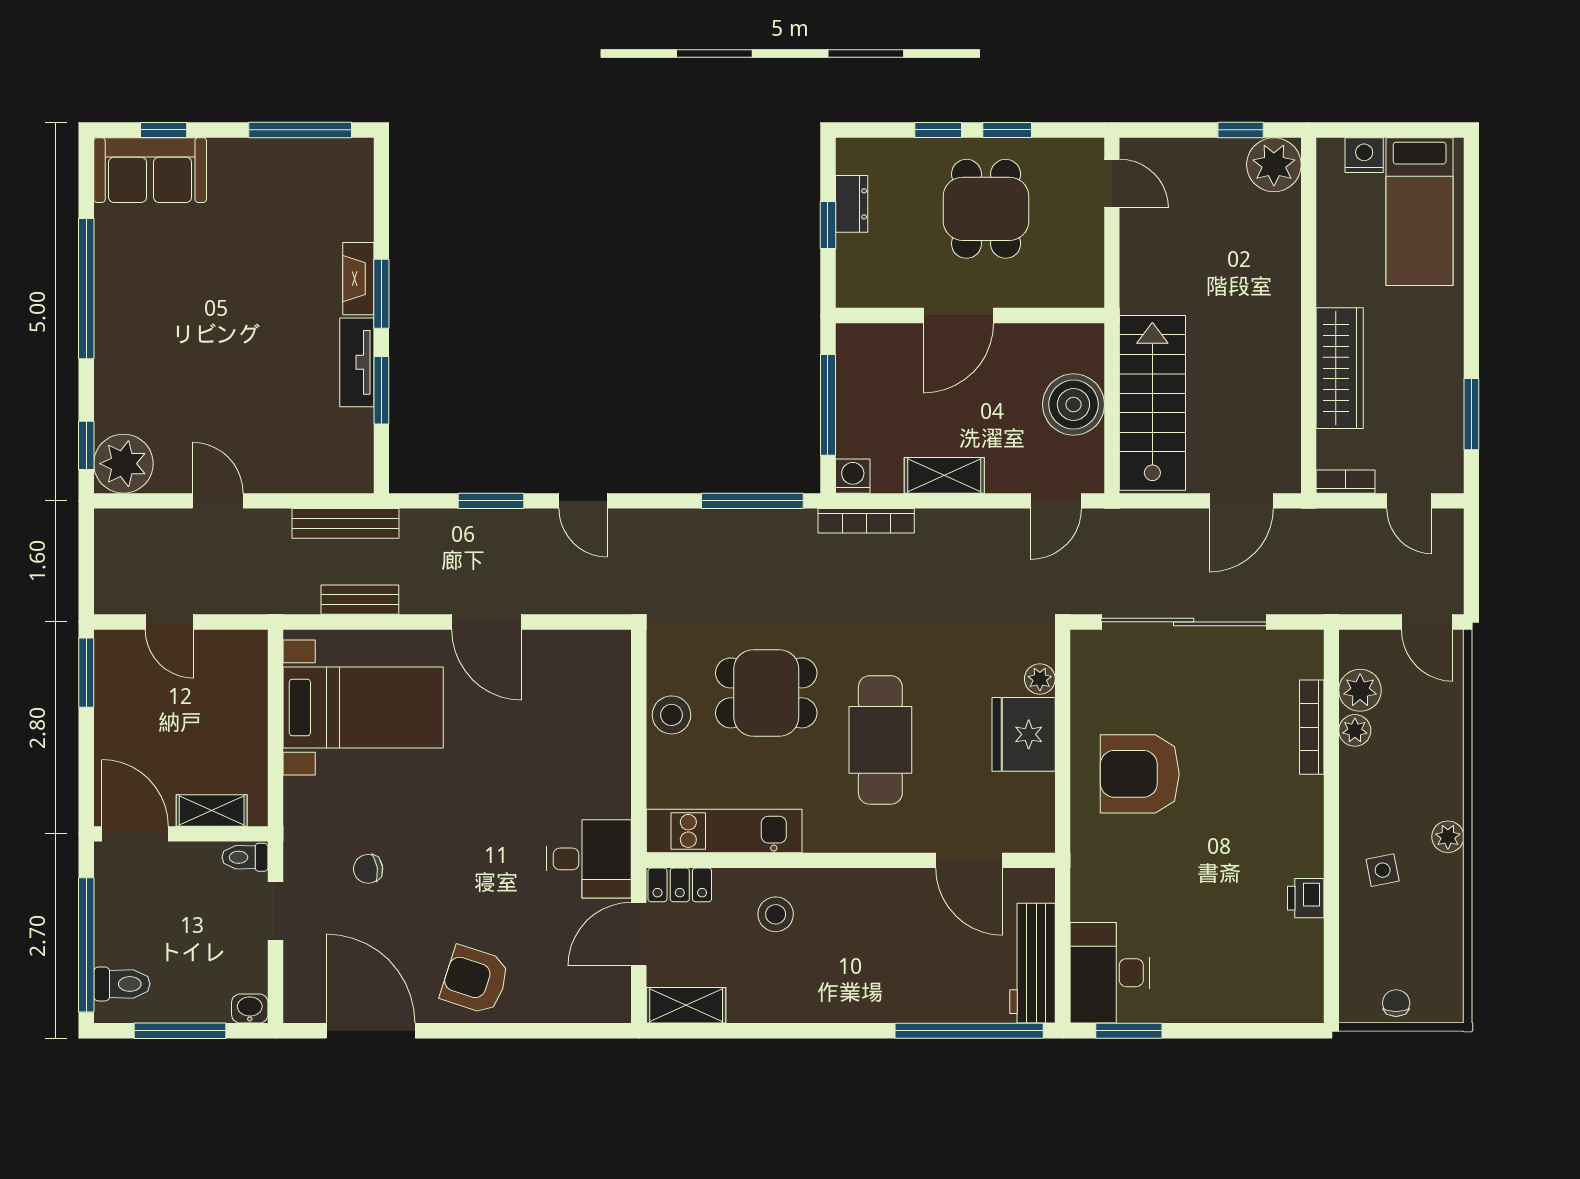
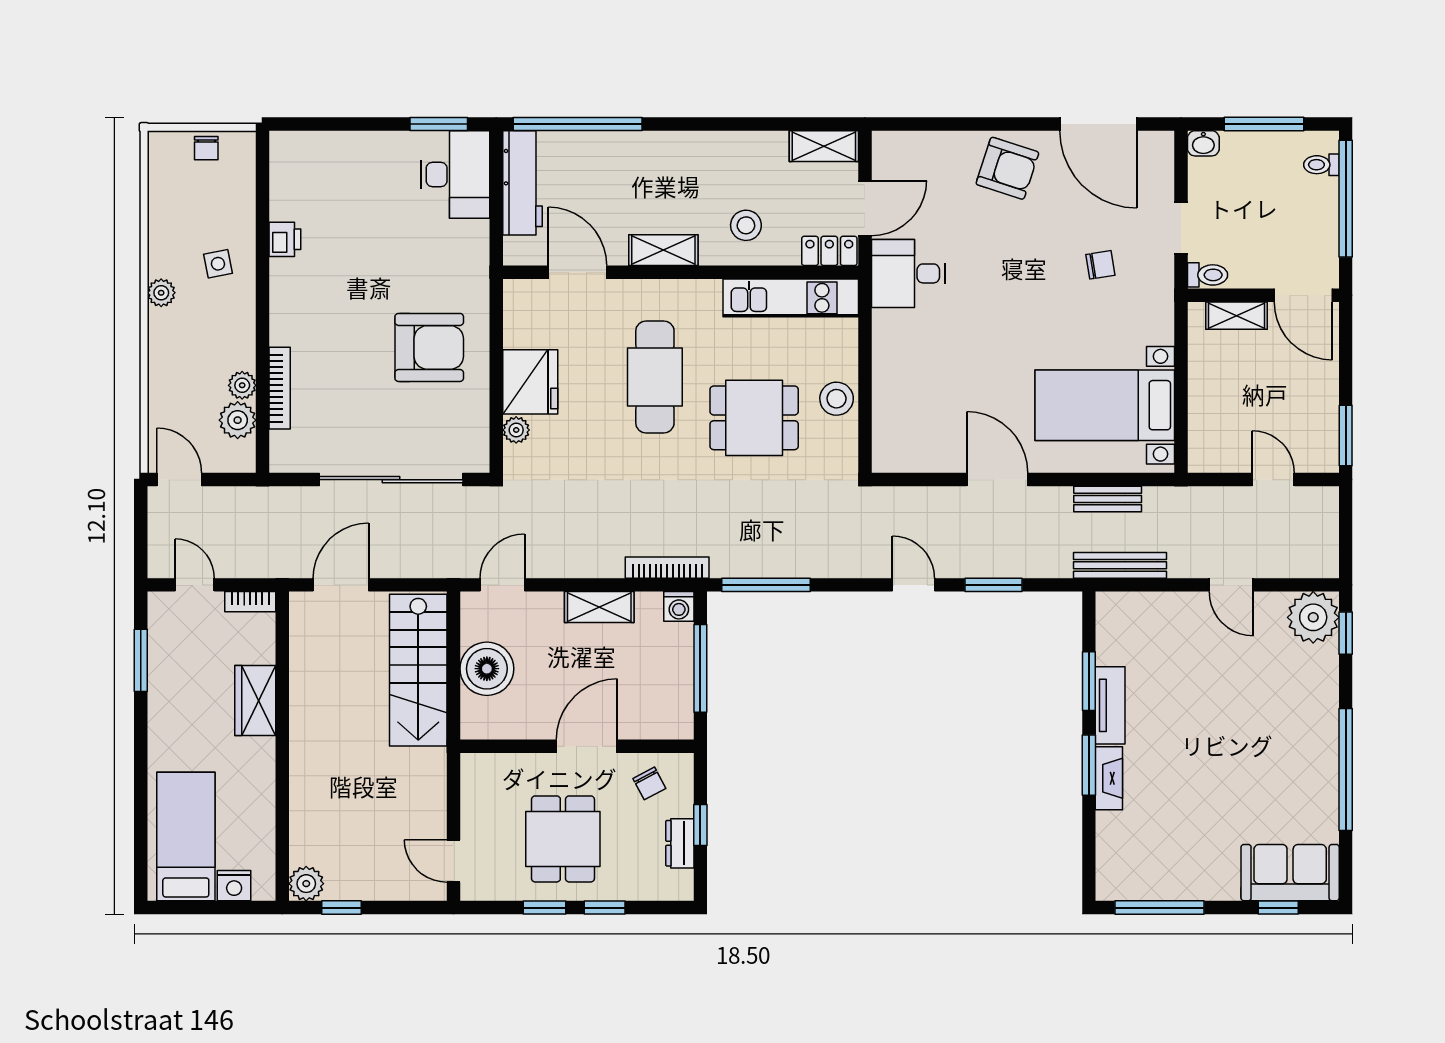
plant: (1274, 165) -> (306, 884), width x0.73, depth x0.73
chair: (887, 273) -> (649, 783), added
wardrobe: (1340, 368) -> (255, 700), width x0.67
shelving: (871, 886) -> (663, 250), added
toilet: (122, 984) -> (1321, 165), width x0.73, depth x0.72

